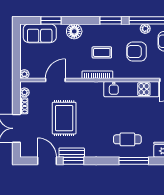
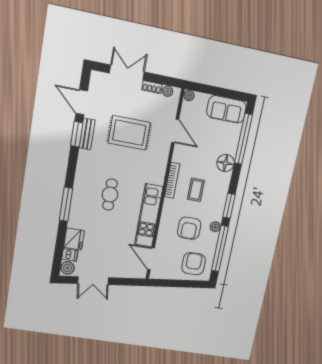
window: (51, 20) -> (243, 139), width x2.11
plant: (145, 29) -> (215, 227), moved
sofa: (40, 33) -> (226, 109), moved, turned -90
armchair: (137, 52) -> (189, 228), turned 180
cafe table: (127, 139) -> (110, 195), moved
door: (47, 161) -> (82, 102), swing flipped

